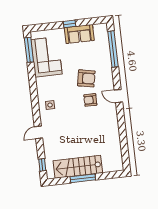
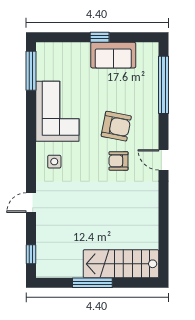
corner sofa: (46, 57) -> (57, 111), moved
stairs: (78, 167) -> (121, 264), moved

